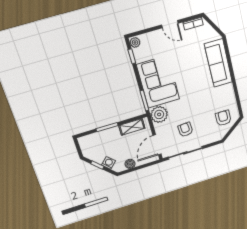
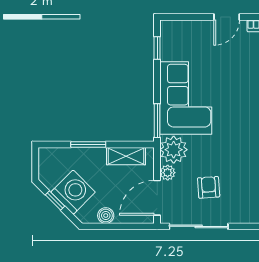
door: (170, 24) -> (227, 17), hinge flipped
plant: (135, 42) -> (168, 173), moved
washing machine: (108, 163) -> (73, 192), width x1.89, depth x1.89

